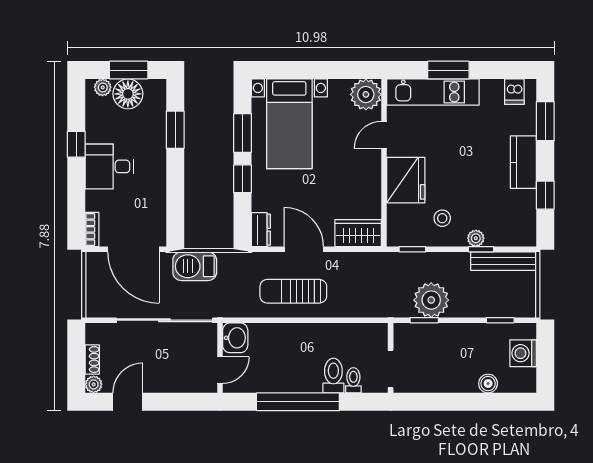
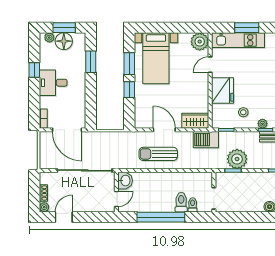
dresser: (261, 230) -> (140, 119), removed
barbecue: (195, 266) -> (206, 140), moved

